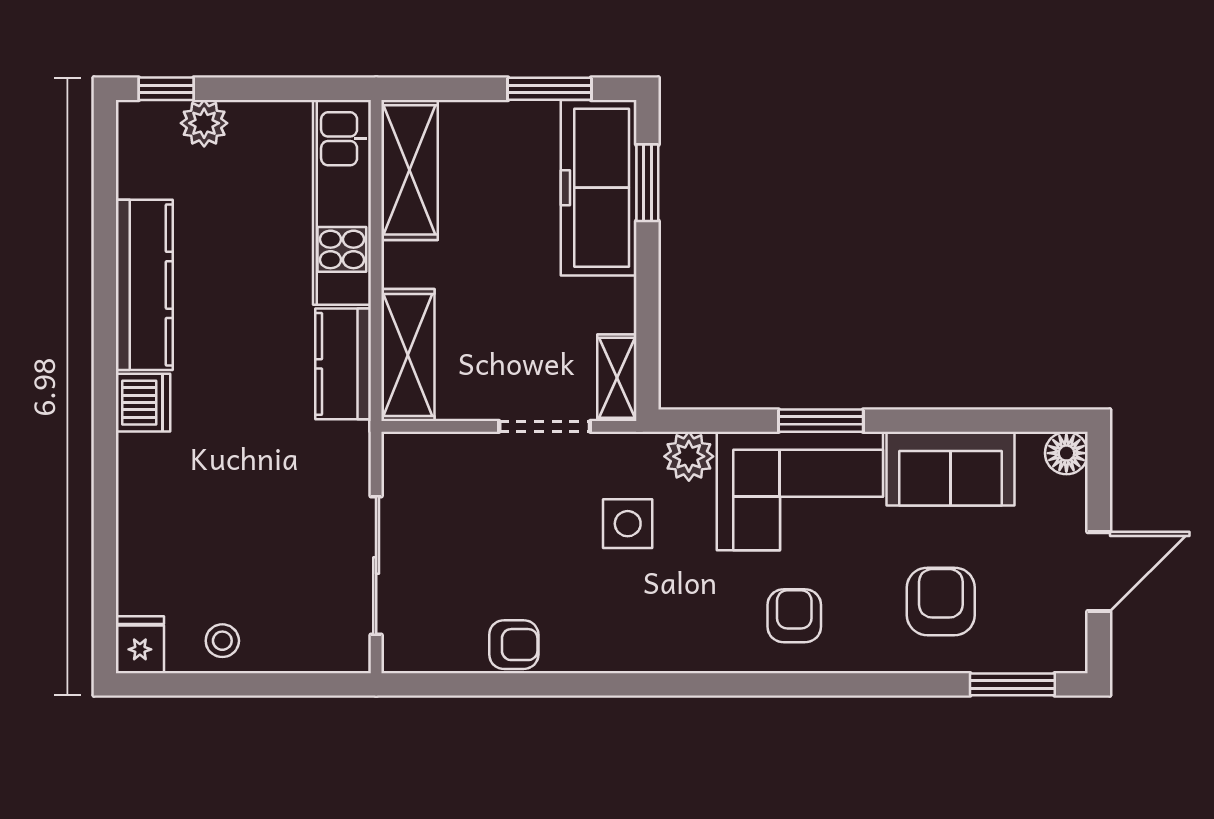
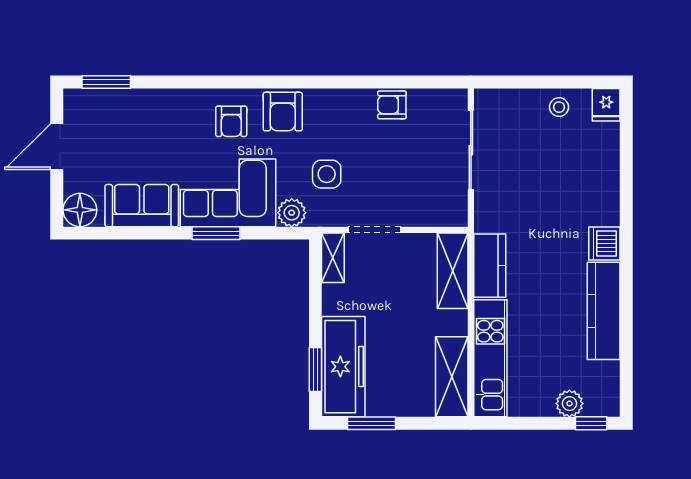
floor lamp: (1066, 453) -> (80, 210), width x1.38, depth x1.38
armchair: (941, 601) -> (283, 112), moved

